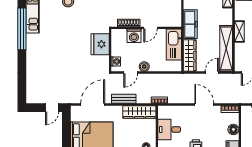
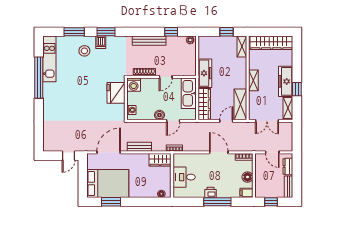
washing machine: (134, 36) -> (134, 85), moved
shelving: (226, 48) -> (240, 104), width x0.68
door: (131, 73) -> (173, 121), moved
wardrobe: (139, 112) -> (160, 160), width x0.67

